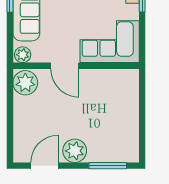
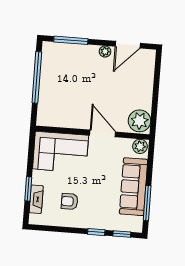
window: (142, 122) -> (37, 77), added
plant: (75, 151) -> (105, 51), width x0.53, depth x0.53

